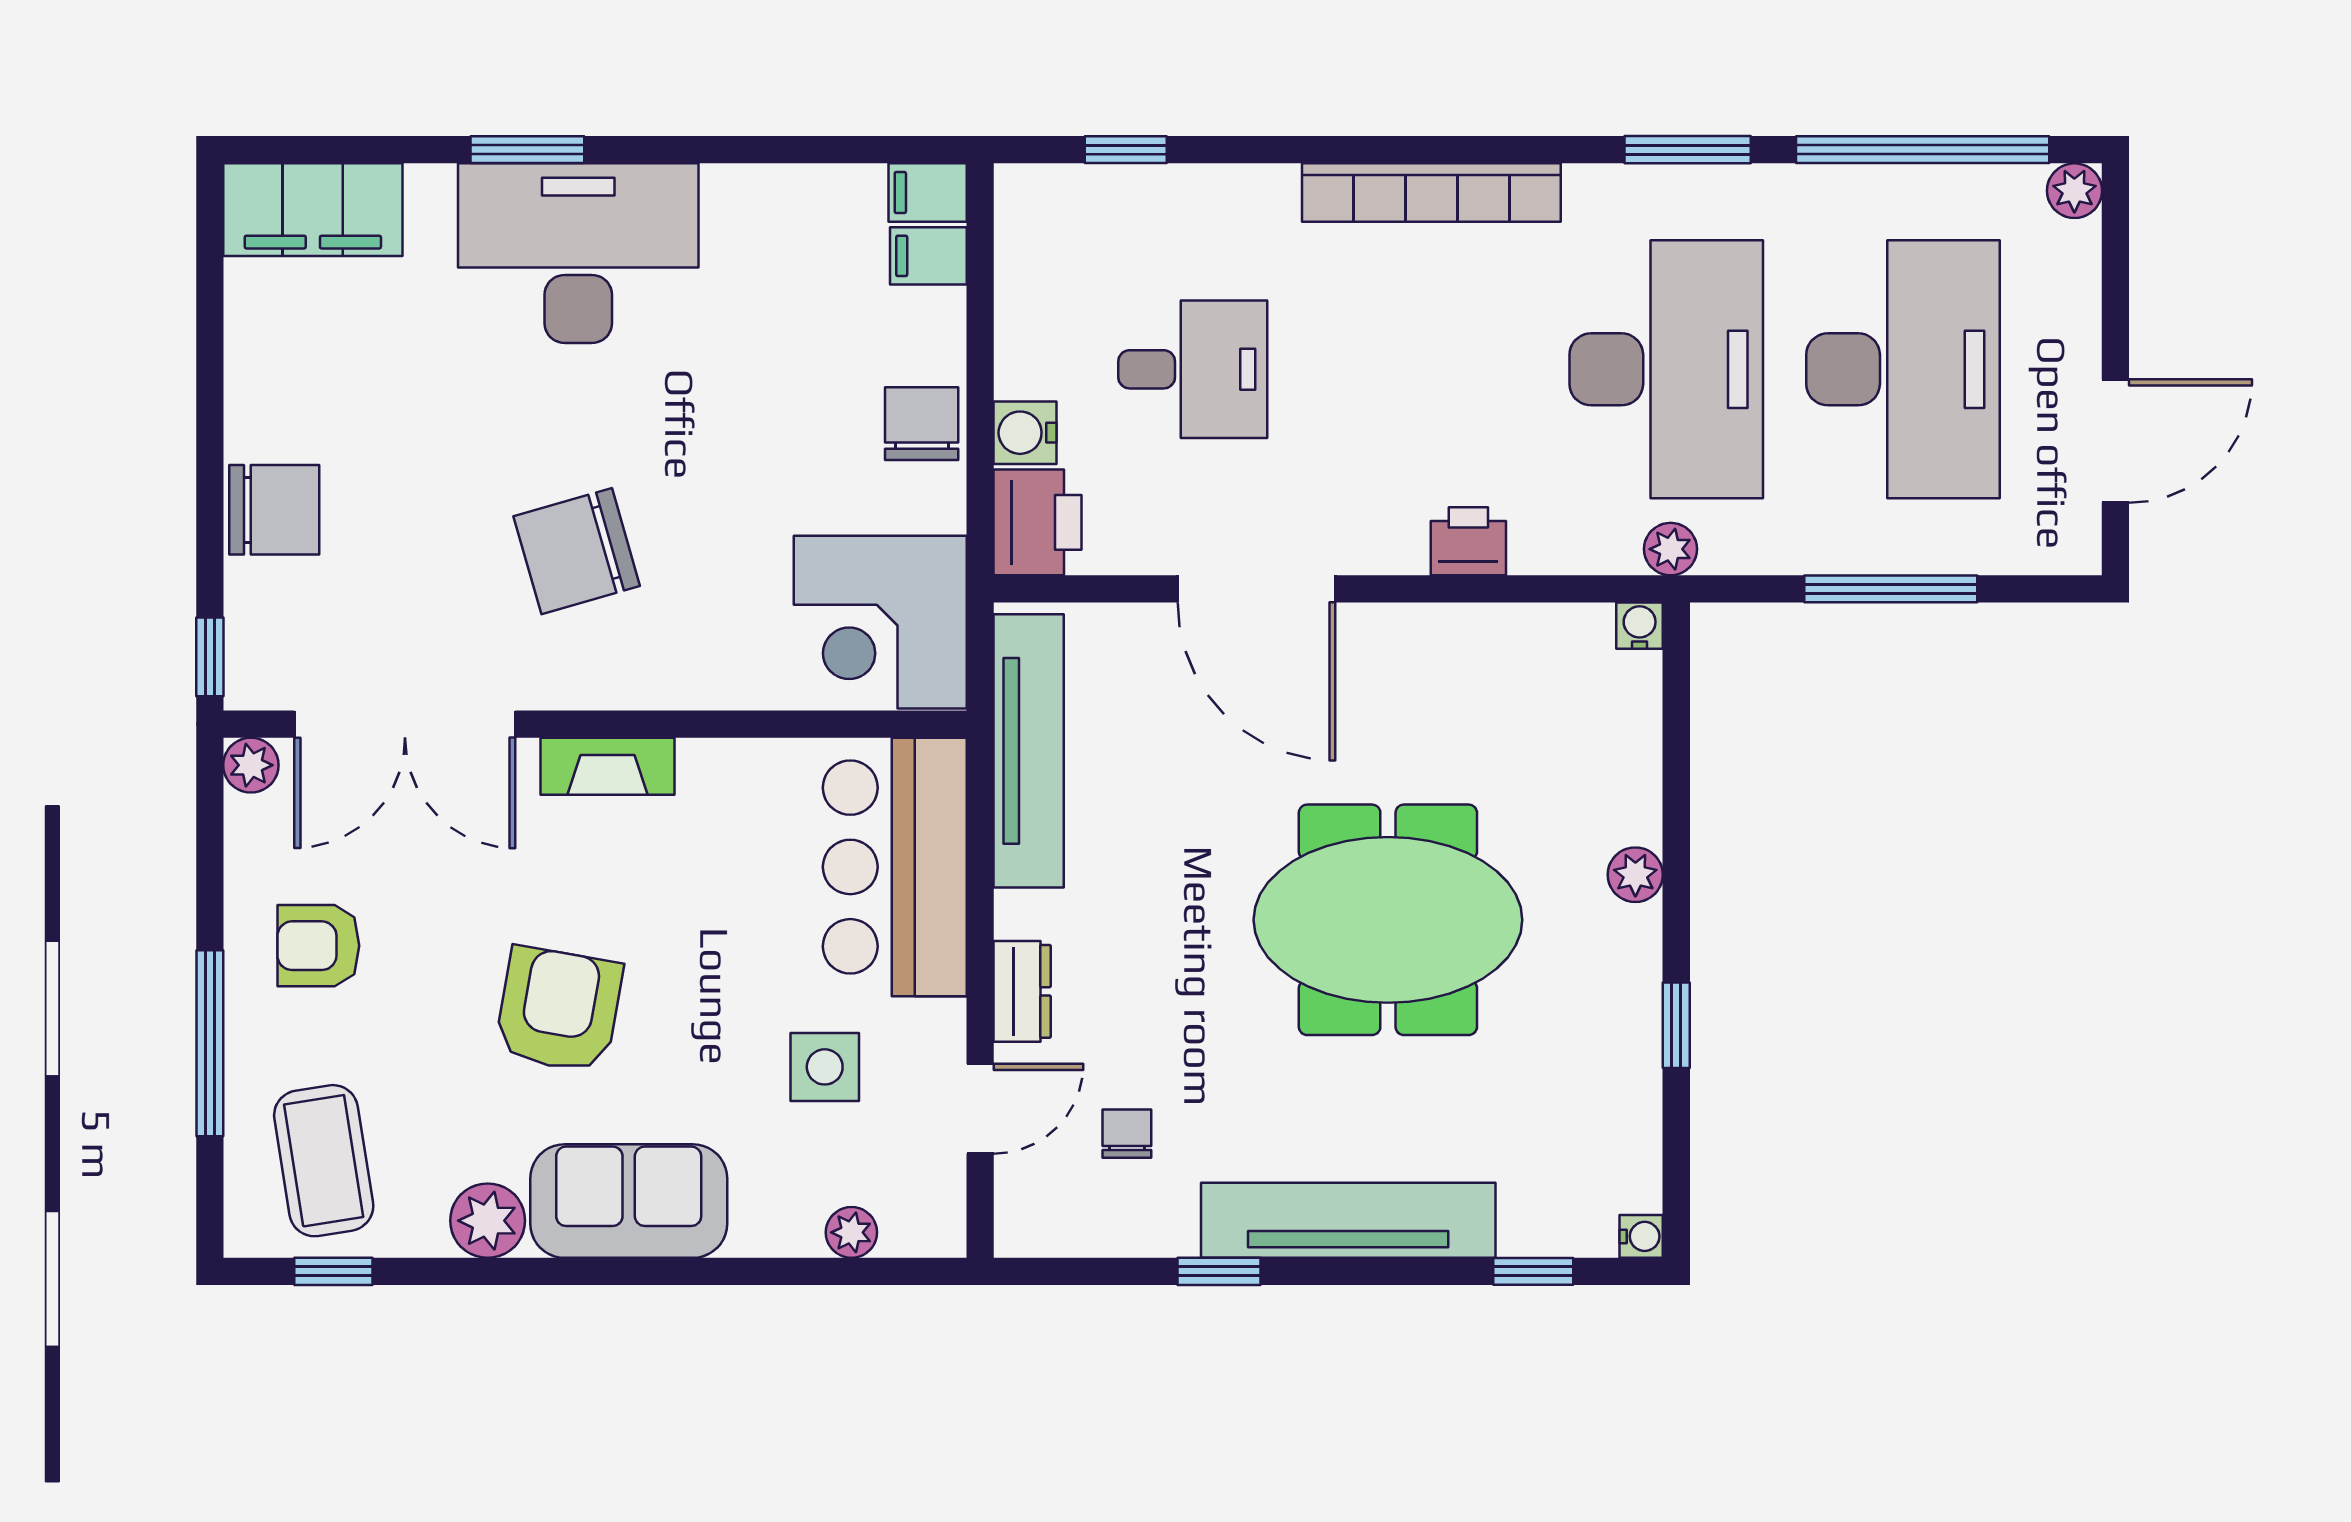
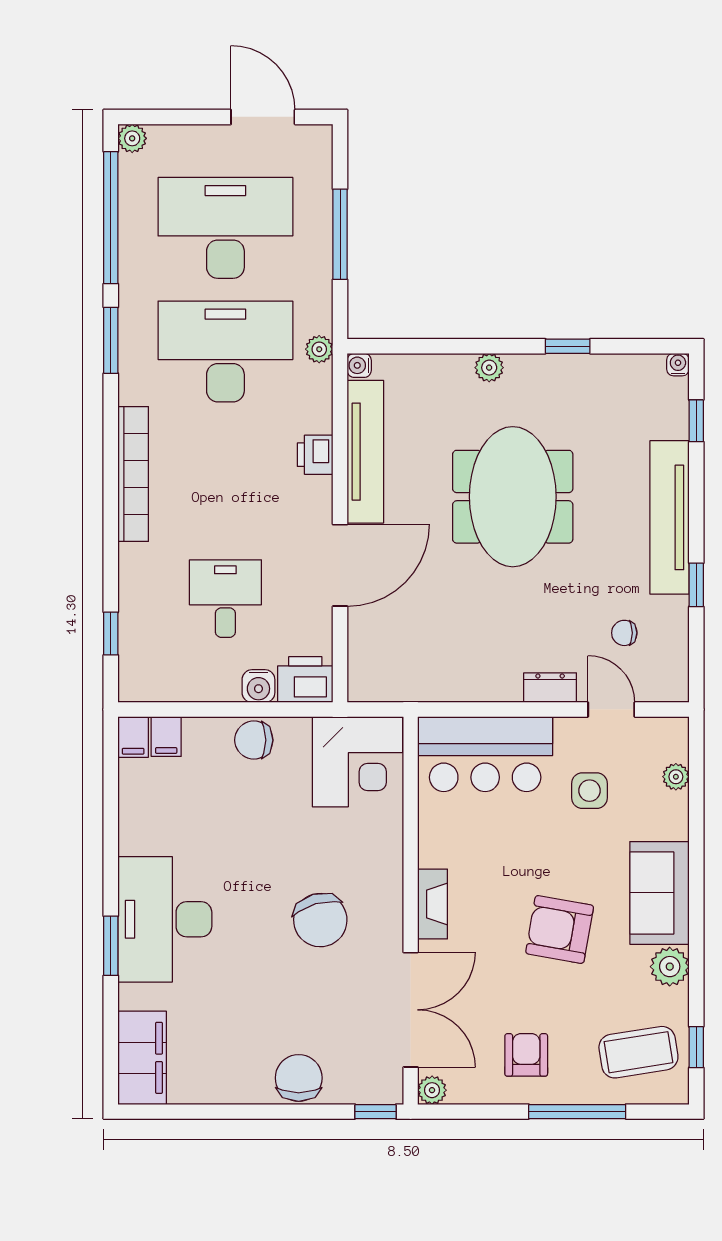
tv unit: (1029, 751) -> (365, 452), moved, turned 90
armchair: (318, 946) -> (526, 1055), turned 180

